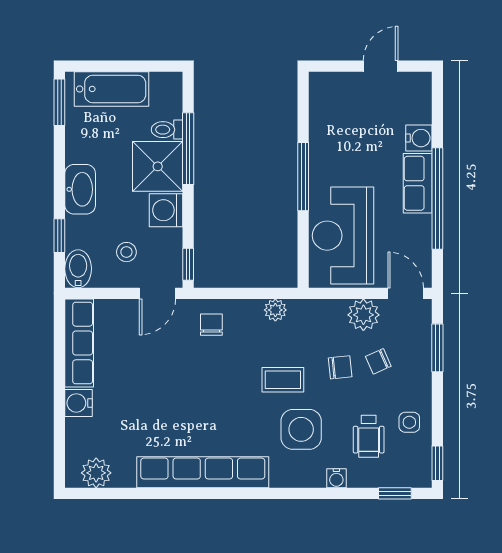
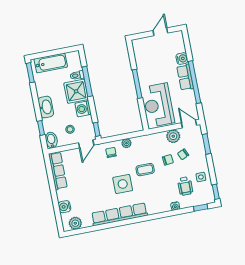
plant: (275, 310) -> (126, 143), moved
water cooler: (79, 403) -> (65, 207), moved
side table: (301, 429) -> (123, 184), moved

